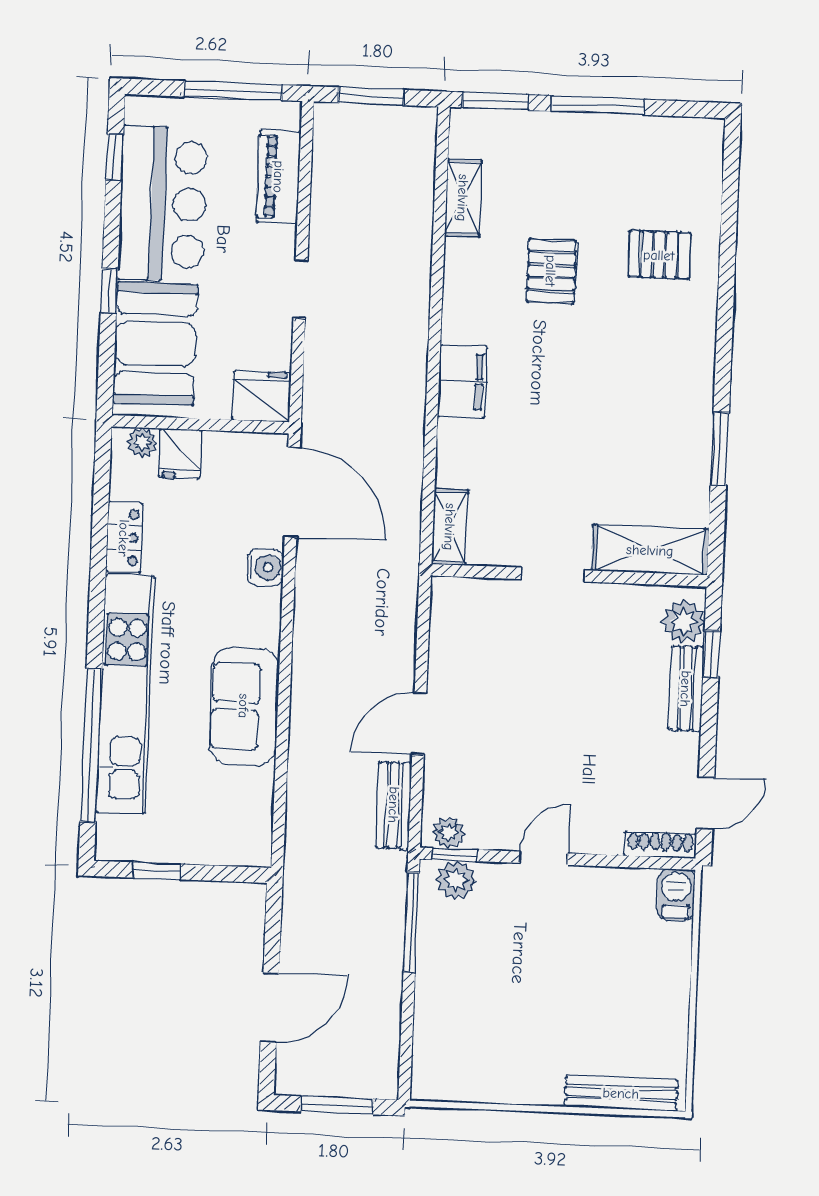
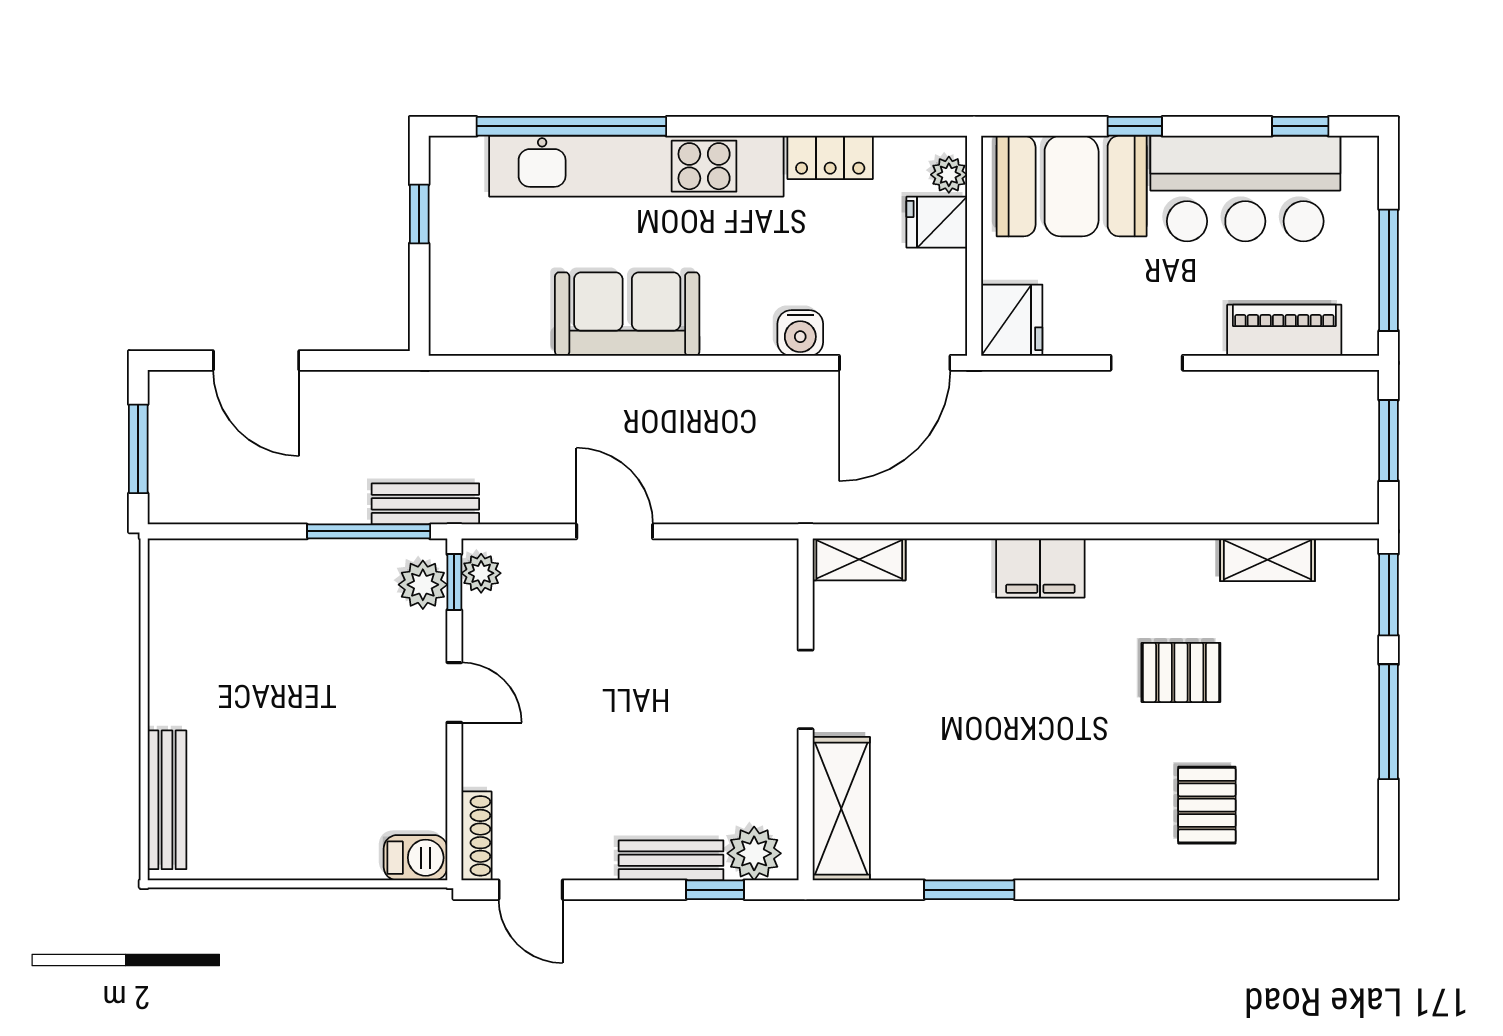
bench: (394, 805) -> (425, 504), moved

